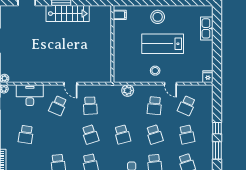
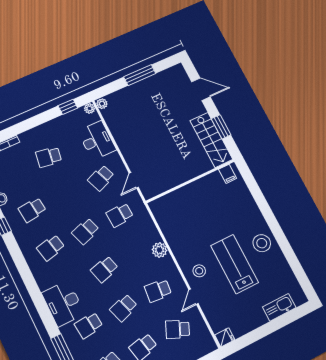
filing cabinet: (120, 15) -> (228, 174), moved
wall: (112, 44) -> (190, 181), moved
school desk: (58, 106) -> (101, 178), turned -45

